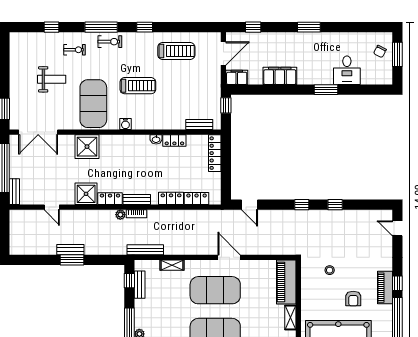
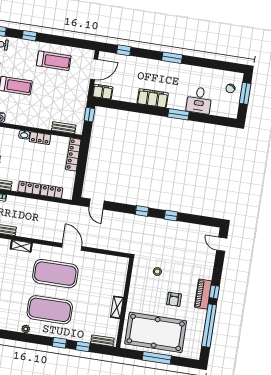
filing cabinet: (280, 76) -> (153, 98), moved
piano: (286, 282) -> (118, 276), removed

